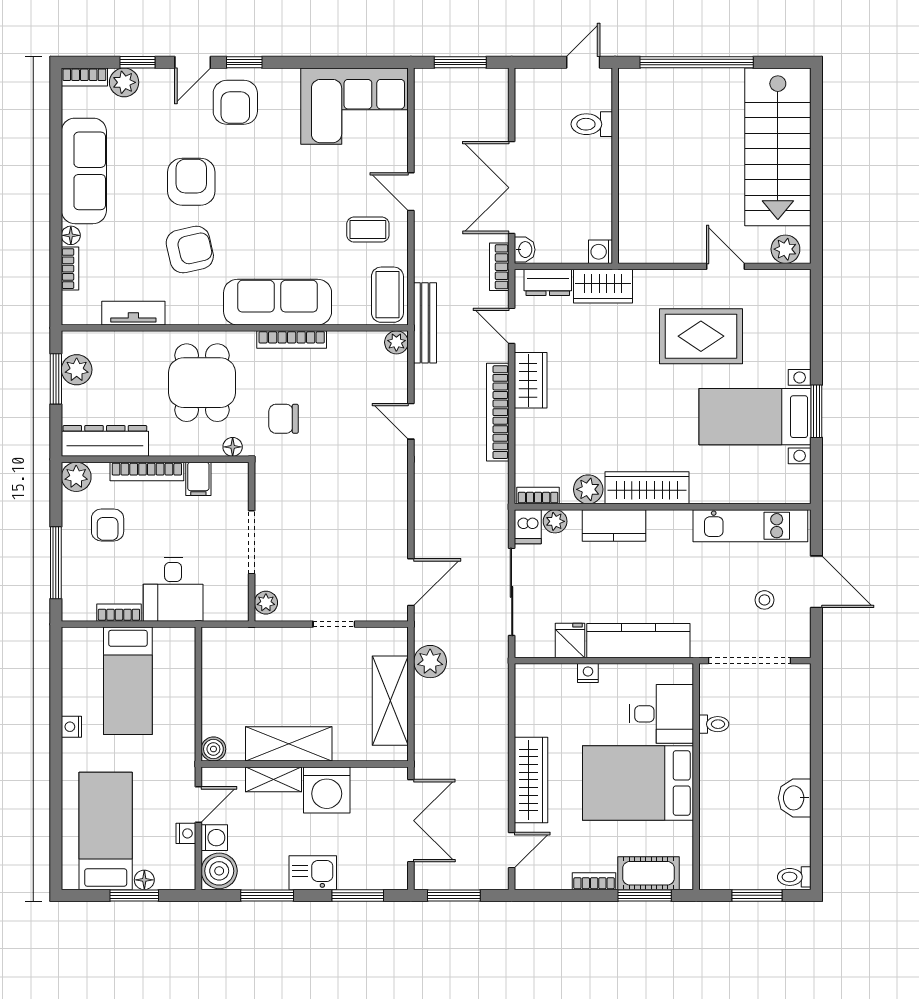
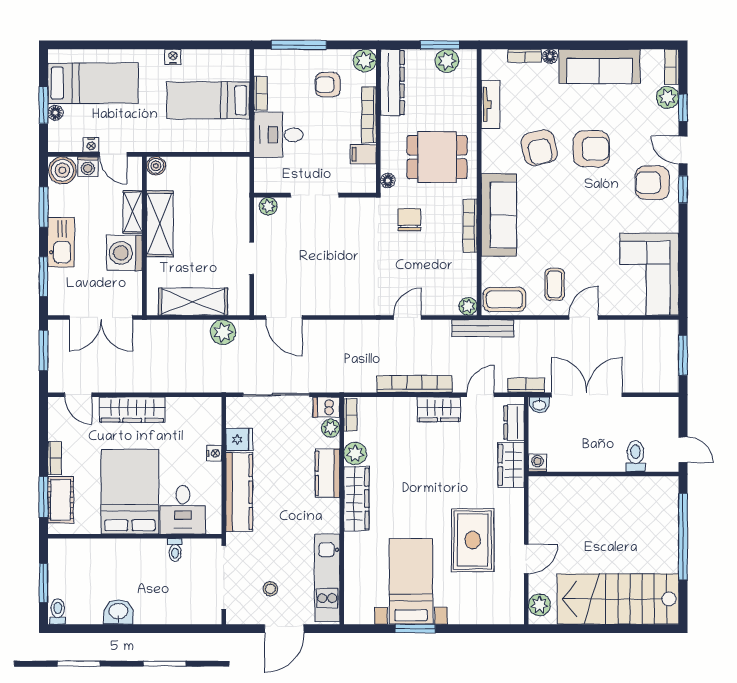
kitchen sink: (313, 873) -> (61, 242), width x1.38

